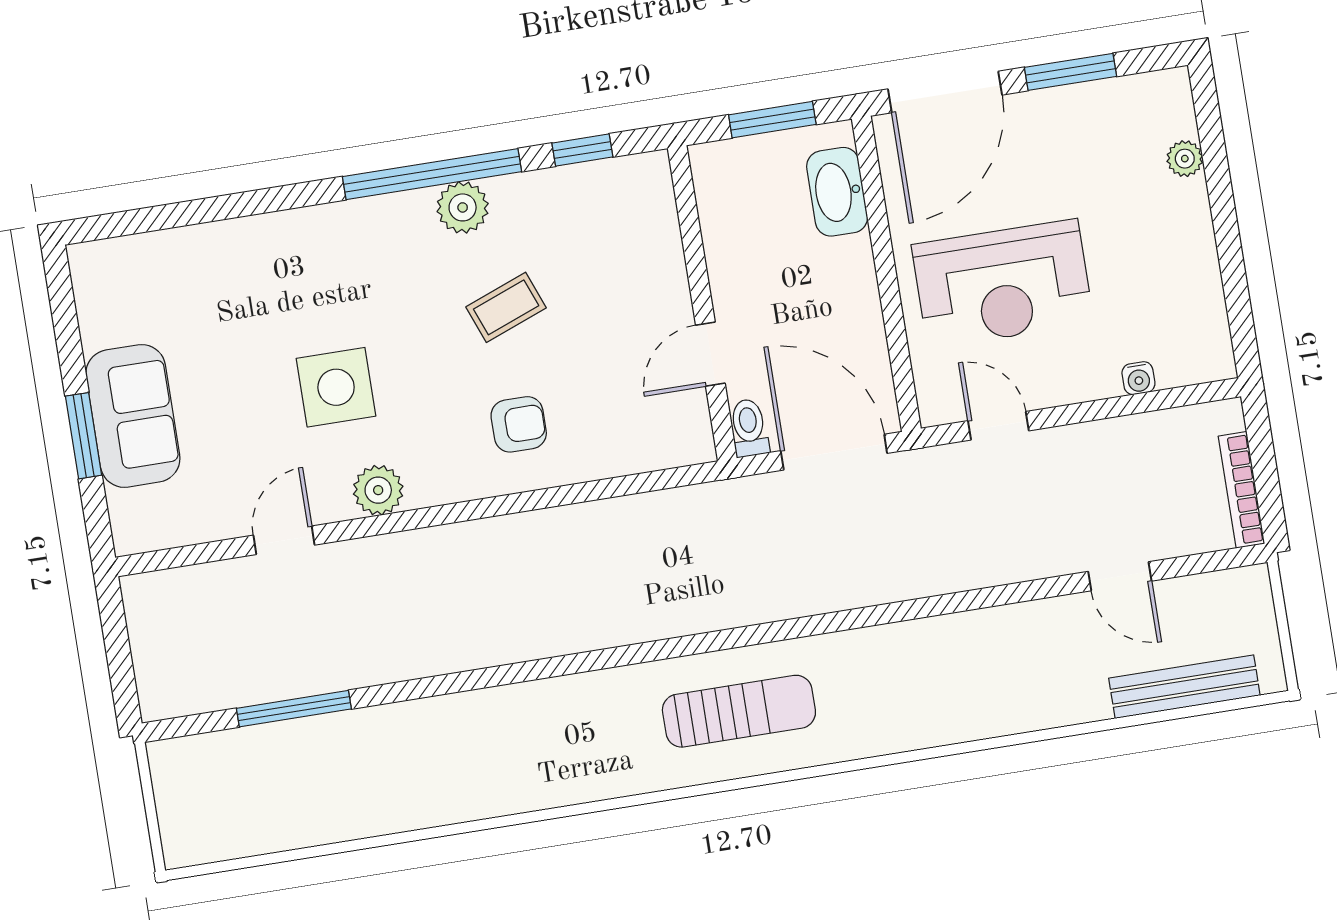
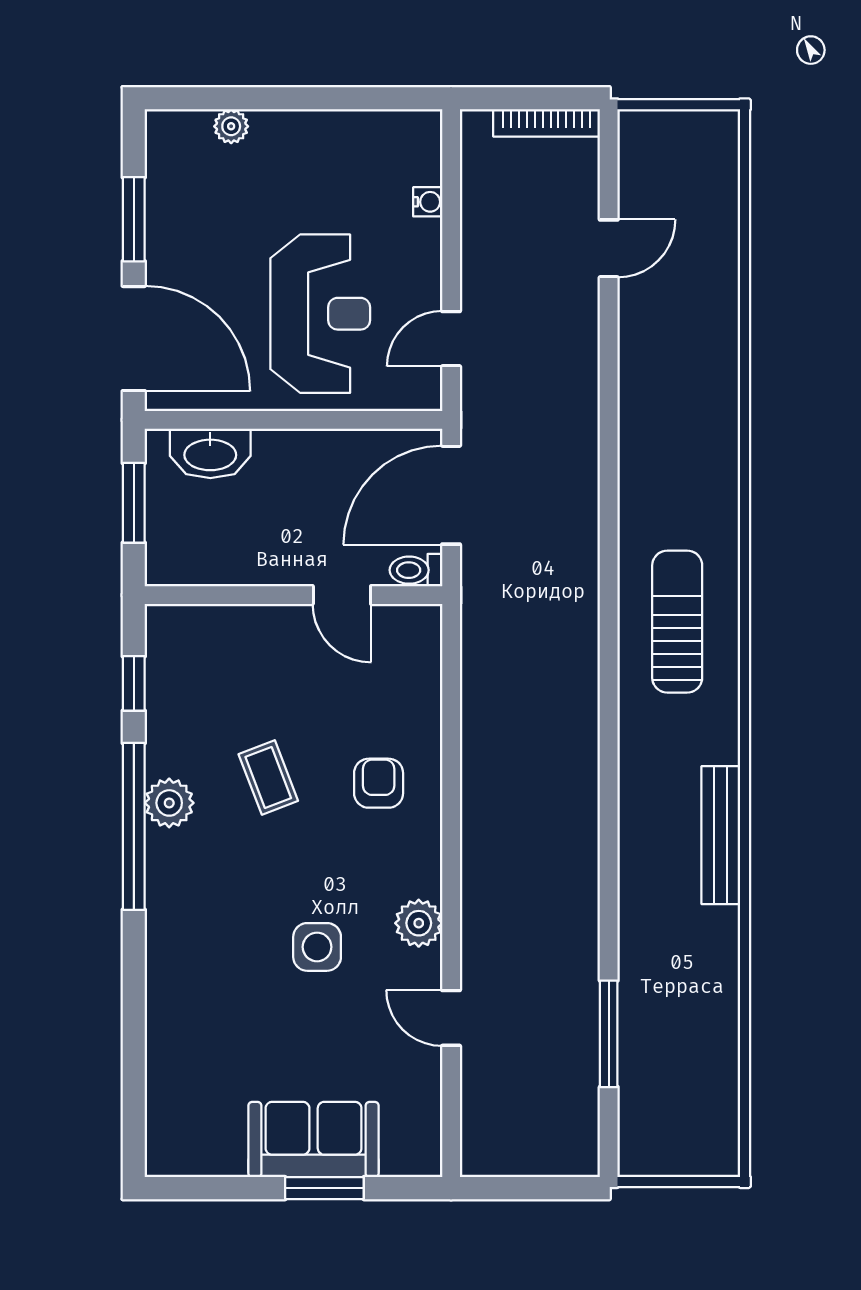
side table: (336, 387) -> (317, 947), width x0.73, depth x0.73
bench: (1184, 687) -> (721, 835), moved

